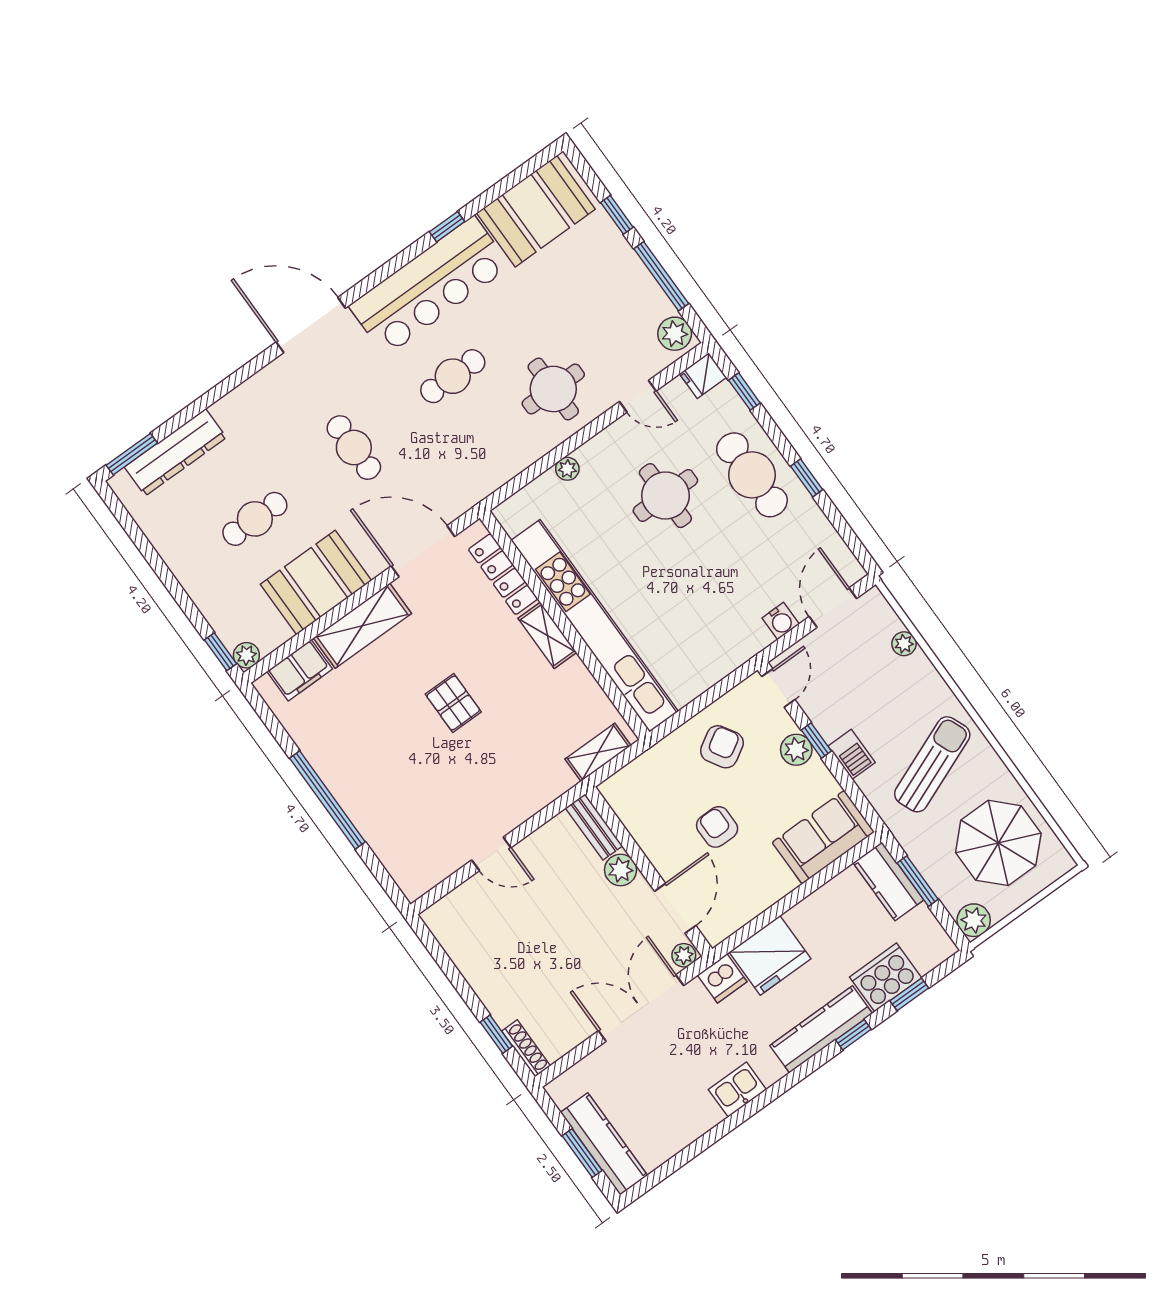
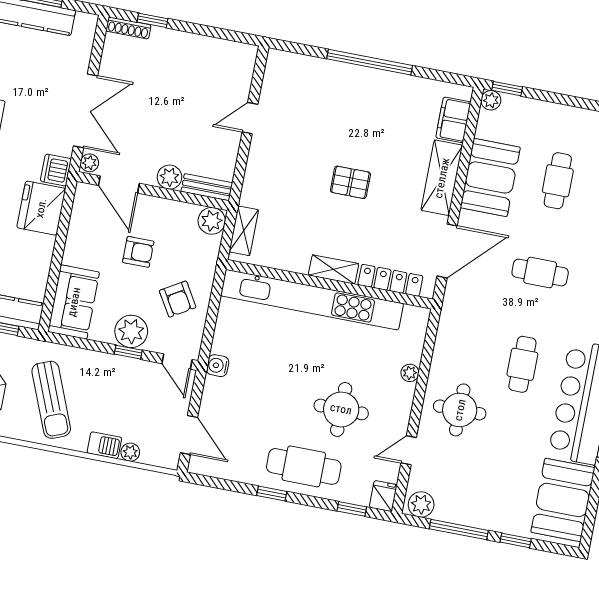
water cooler: (781, 621) -> (218, 366), moved
plant: (796, 750) -> (131, 331), width x1.36, depth x1.36
barbecue: (852, 754) -> (104, 445), moved, turned 180
plant: (620, 791) -> (212, 221), added

